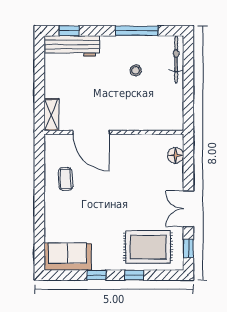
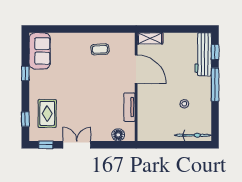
window: (137, 31) -> (215, 85), moved
door: (91, 132) -> (136, 69), swing flipped
tv unit: (140, 141) -> (129, 107), added
rug: (148, 247) -> (47, 113), width x0.73, depth x0.70
window: (134, 275) -> (25, 119), moved

